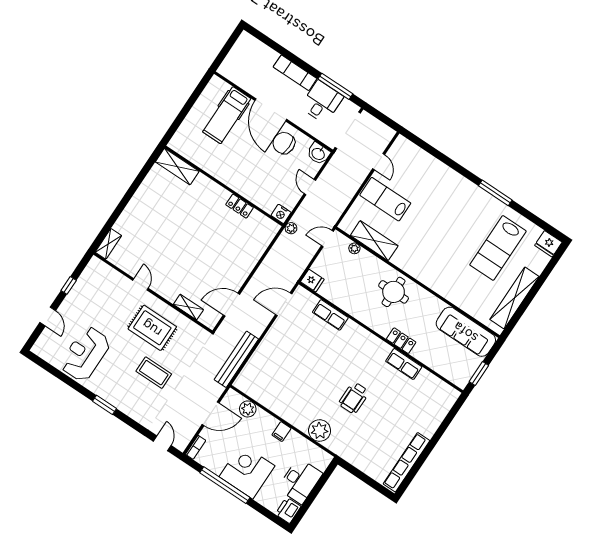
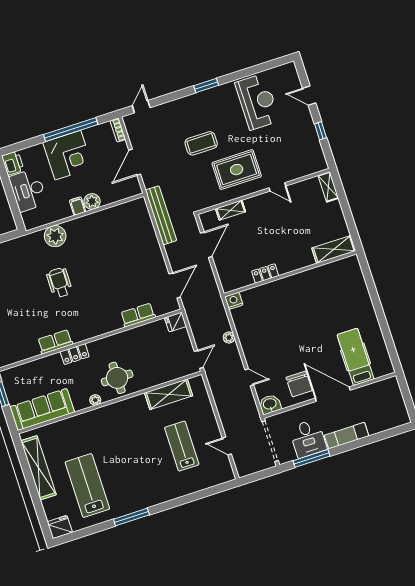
chair: (284, 143) -> (299, 384), turned 89
shelving: (177, 167) -> (334, 249), moved
wall: (224, 186) -> (290, 274), moved
lab bench: (385, 199) -> (182, 446), moved, turned -90
locker: (240, 206) -> (265, 274), moved
nightstand: (281, 214) -> (234, 301), moved
plant: (354, 248) -> (95, 400), moved
plant: (248, 409) -> (92, 201), moved
door: (162, 443) -> (141, 107), swing flipped

